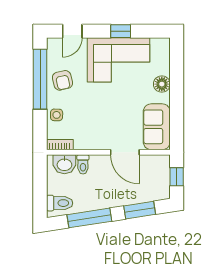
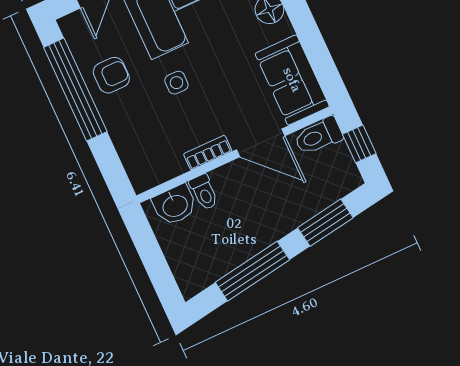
armchair: (62, 80) -> (111, 75), turned -77
side table: (57, 115) -> (176, 83), moved
bookcase: (60, 145) -> (208, 153), moved
toilet: (60, 203) -> (318, 136), moved, turned 180

